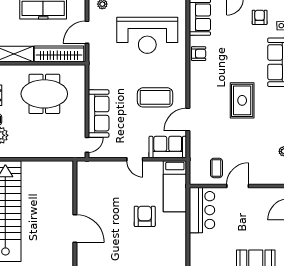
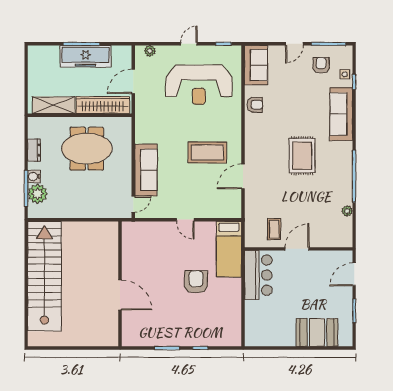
sofa: (168, 147) -> (221, 206), removed

